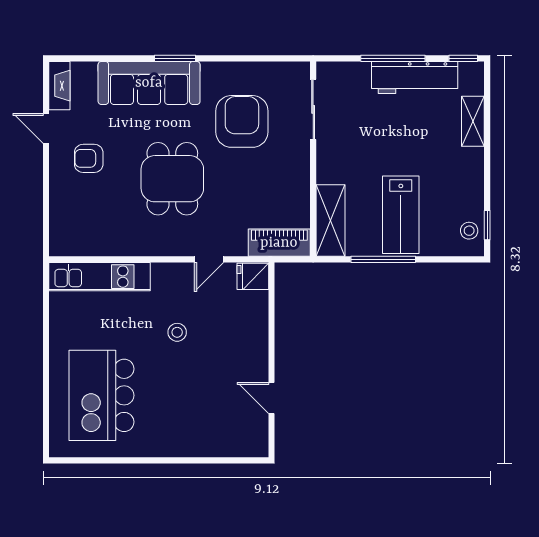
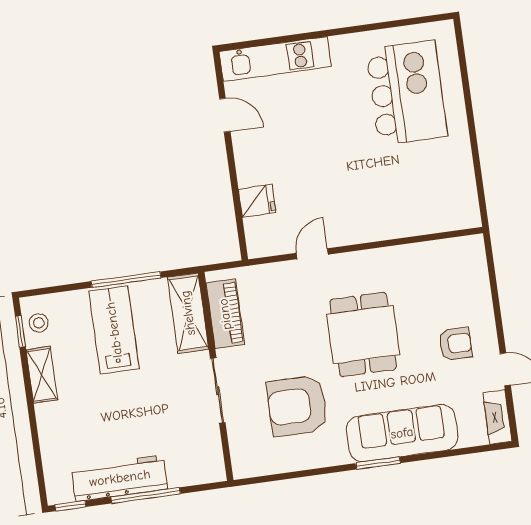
sliding door: (313, 109) -> (218, 390), moved
armchair: (242, 121) -> (297, 406), turned 90
shelving: (473, 121) -> (42, 375), moved
piano: (279, 243) -> (225, 314), moved, turned -90
fridge: (253, 276) -> (257, 201), moved
kitchen unit: (100, 277) -> (275, 59), moved, turned 180
stool: (177, 332) -> (335, 171), removed

